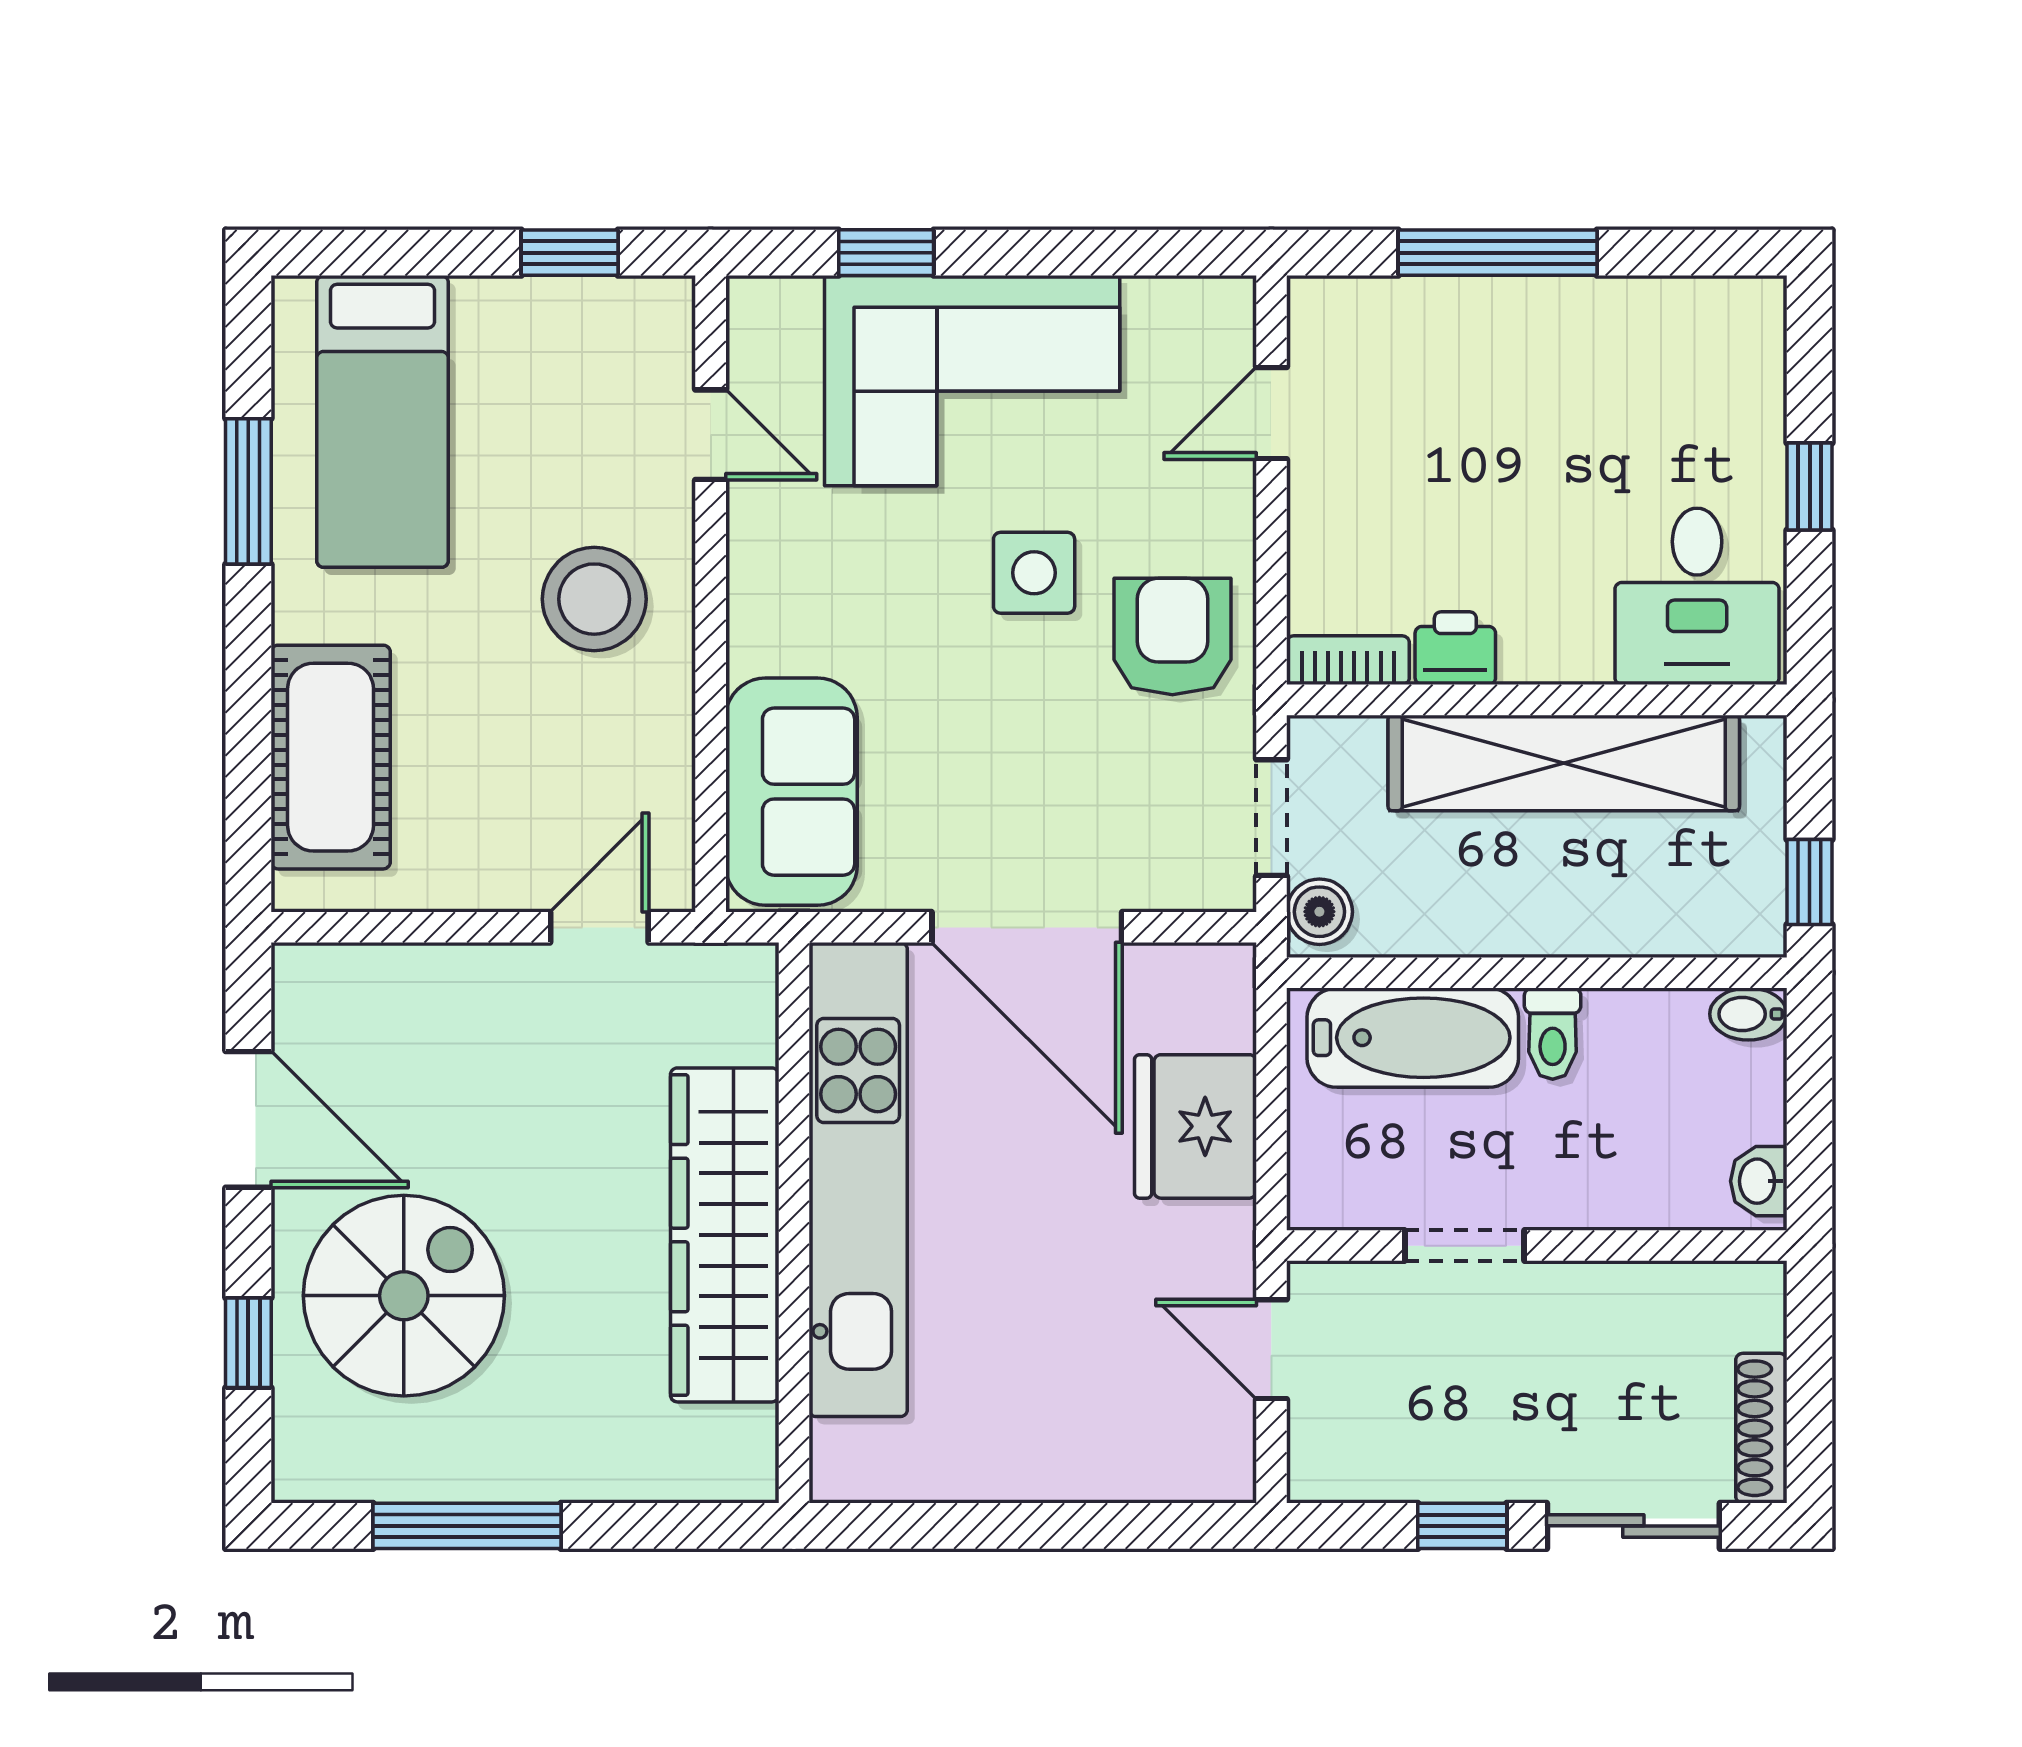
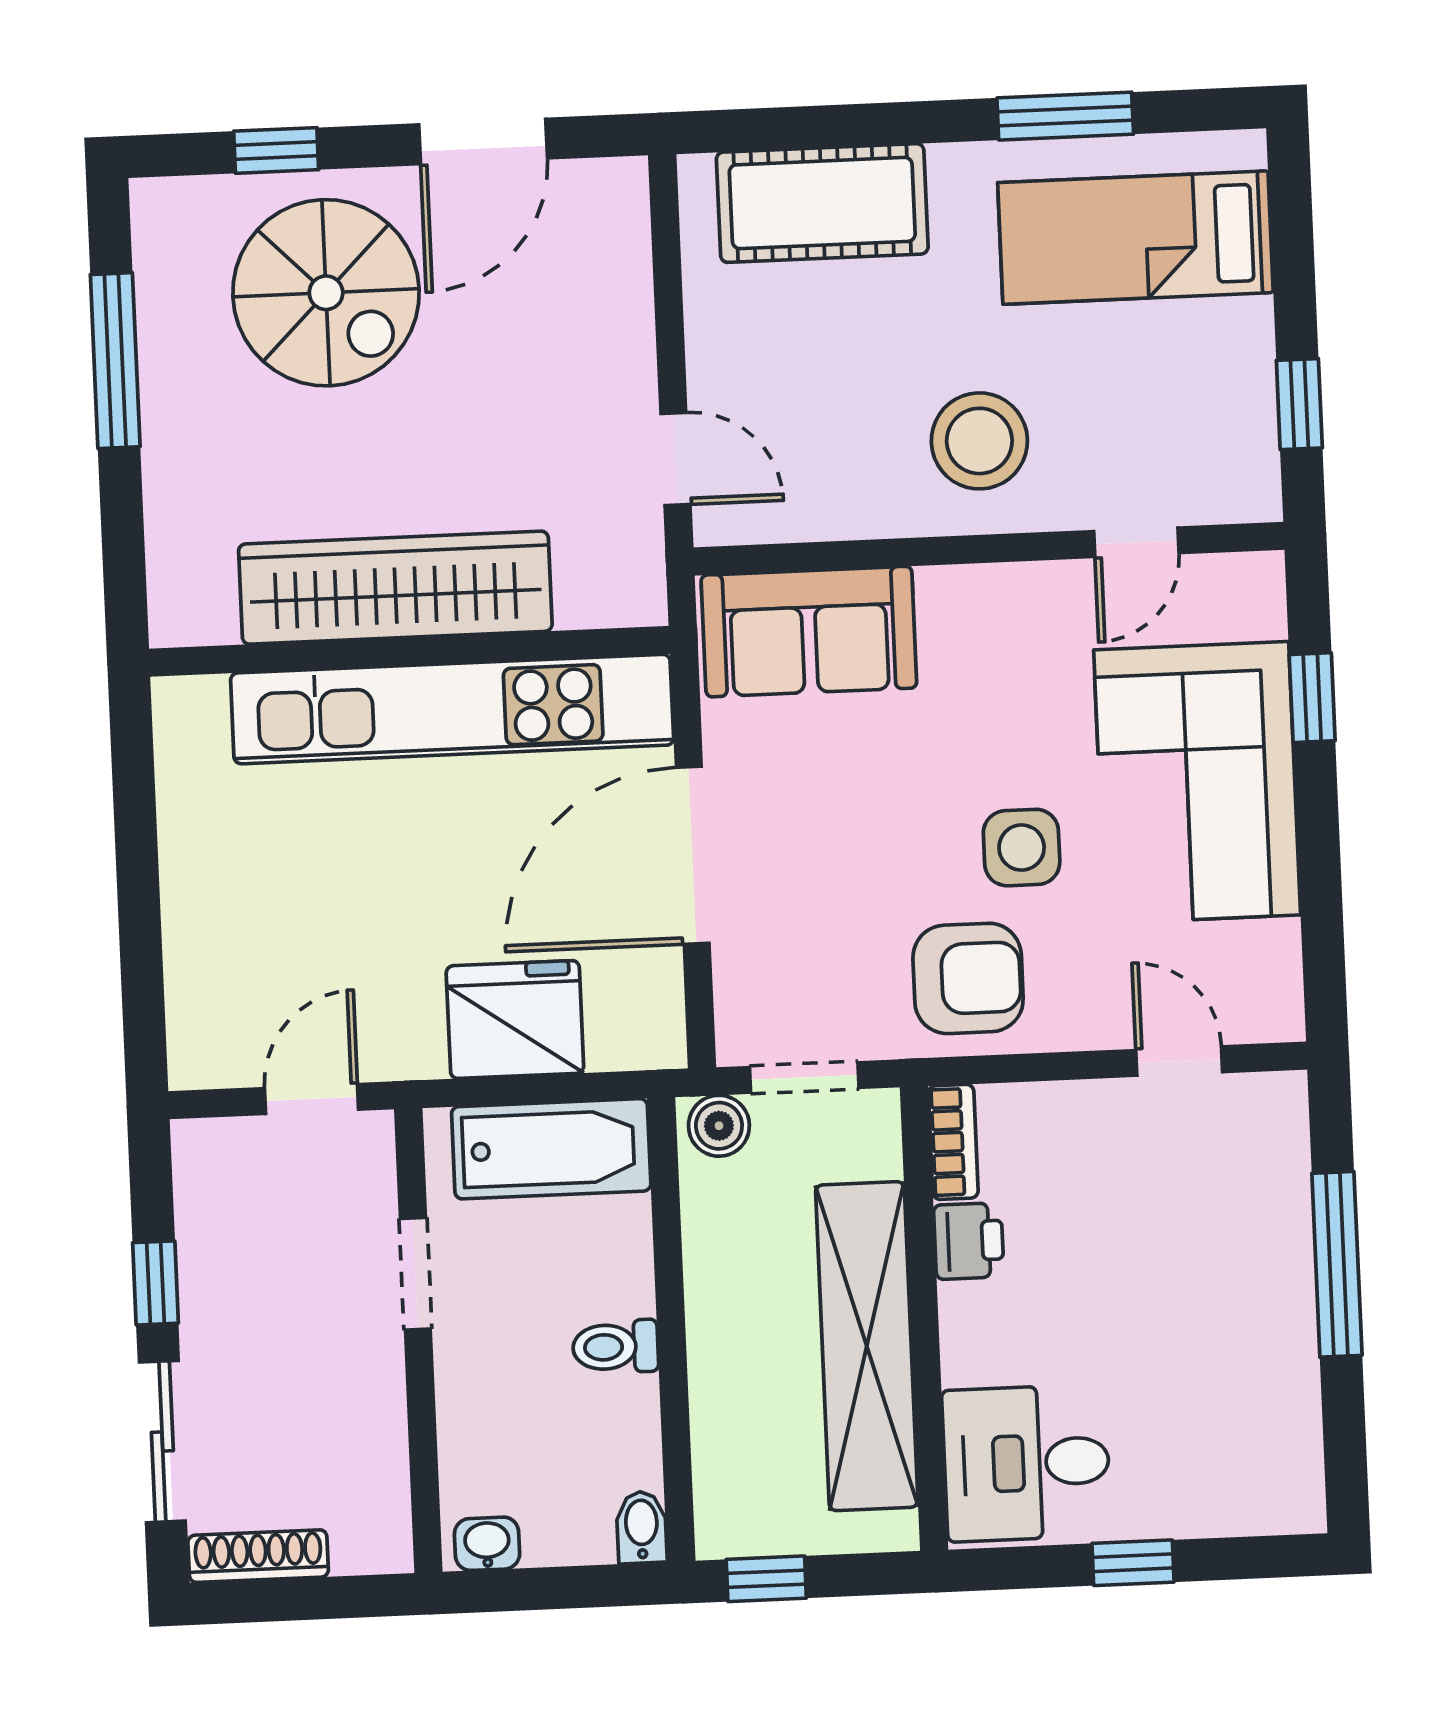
bathtub: (1413, 1038) -> (551, 1149), moved, turned -90

